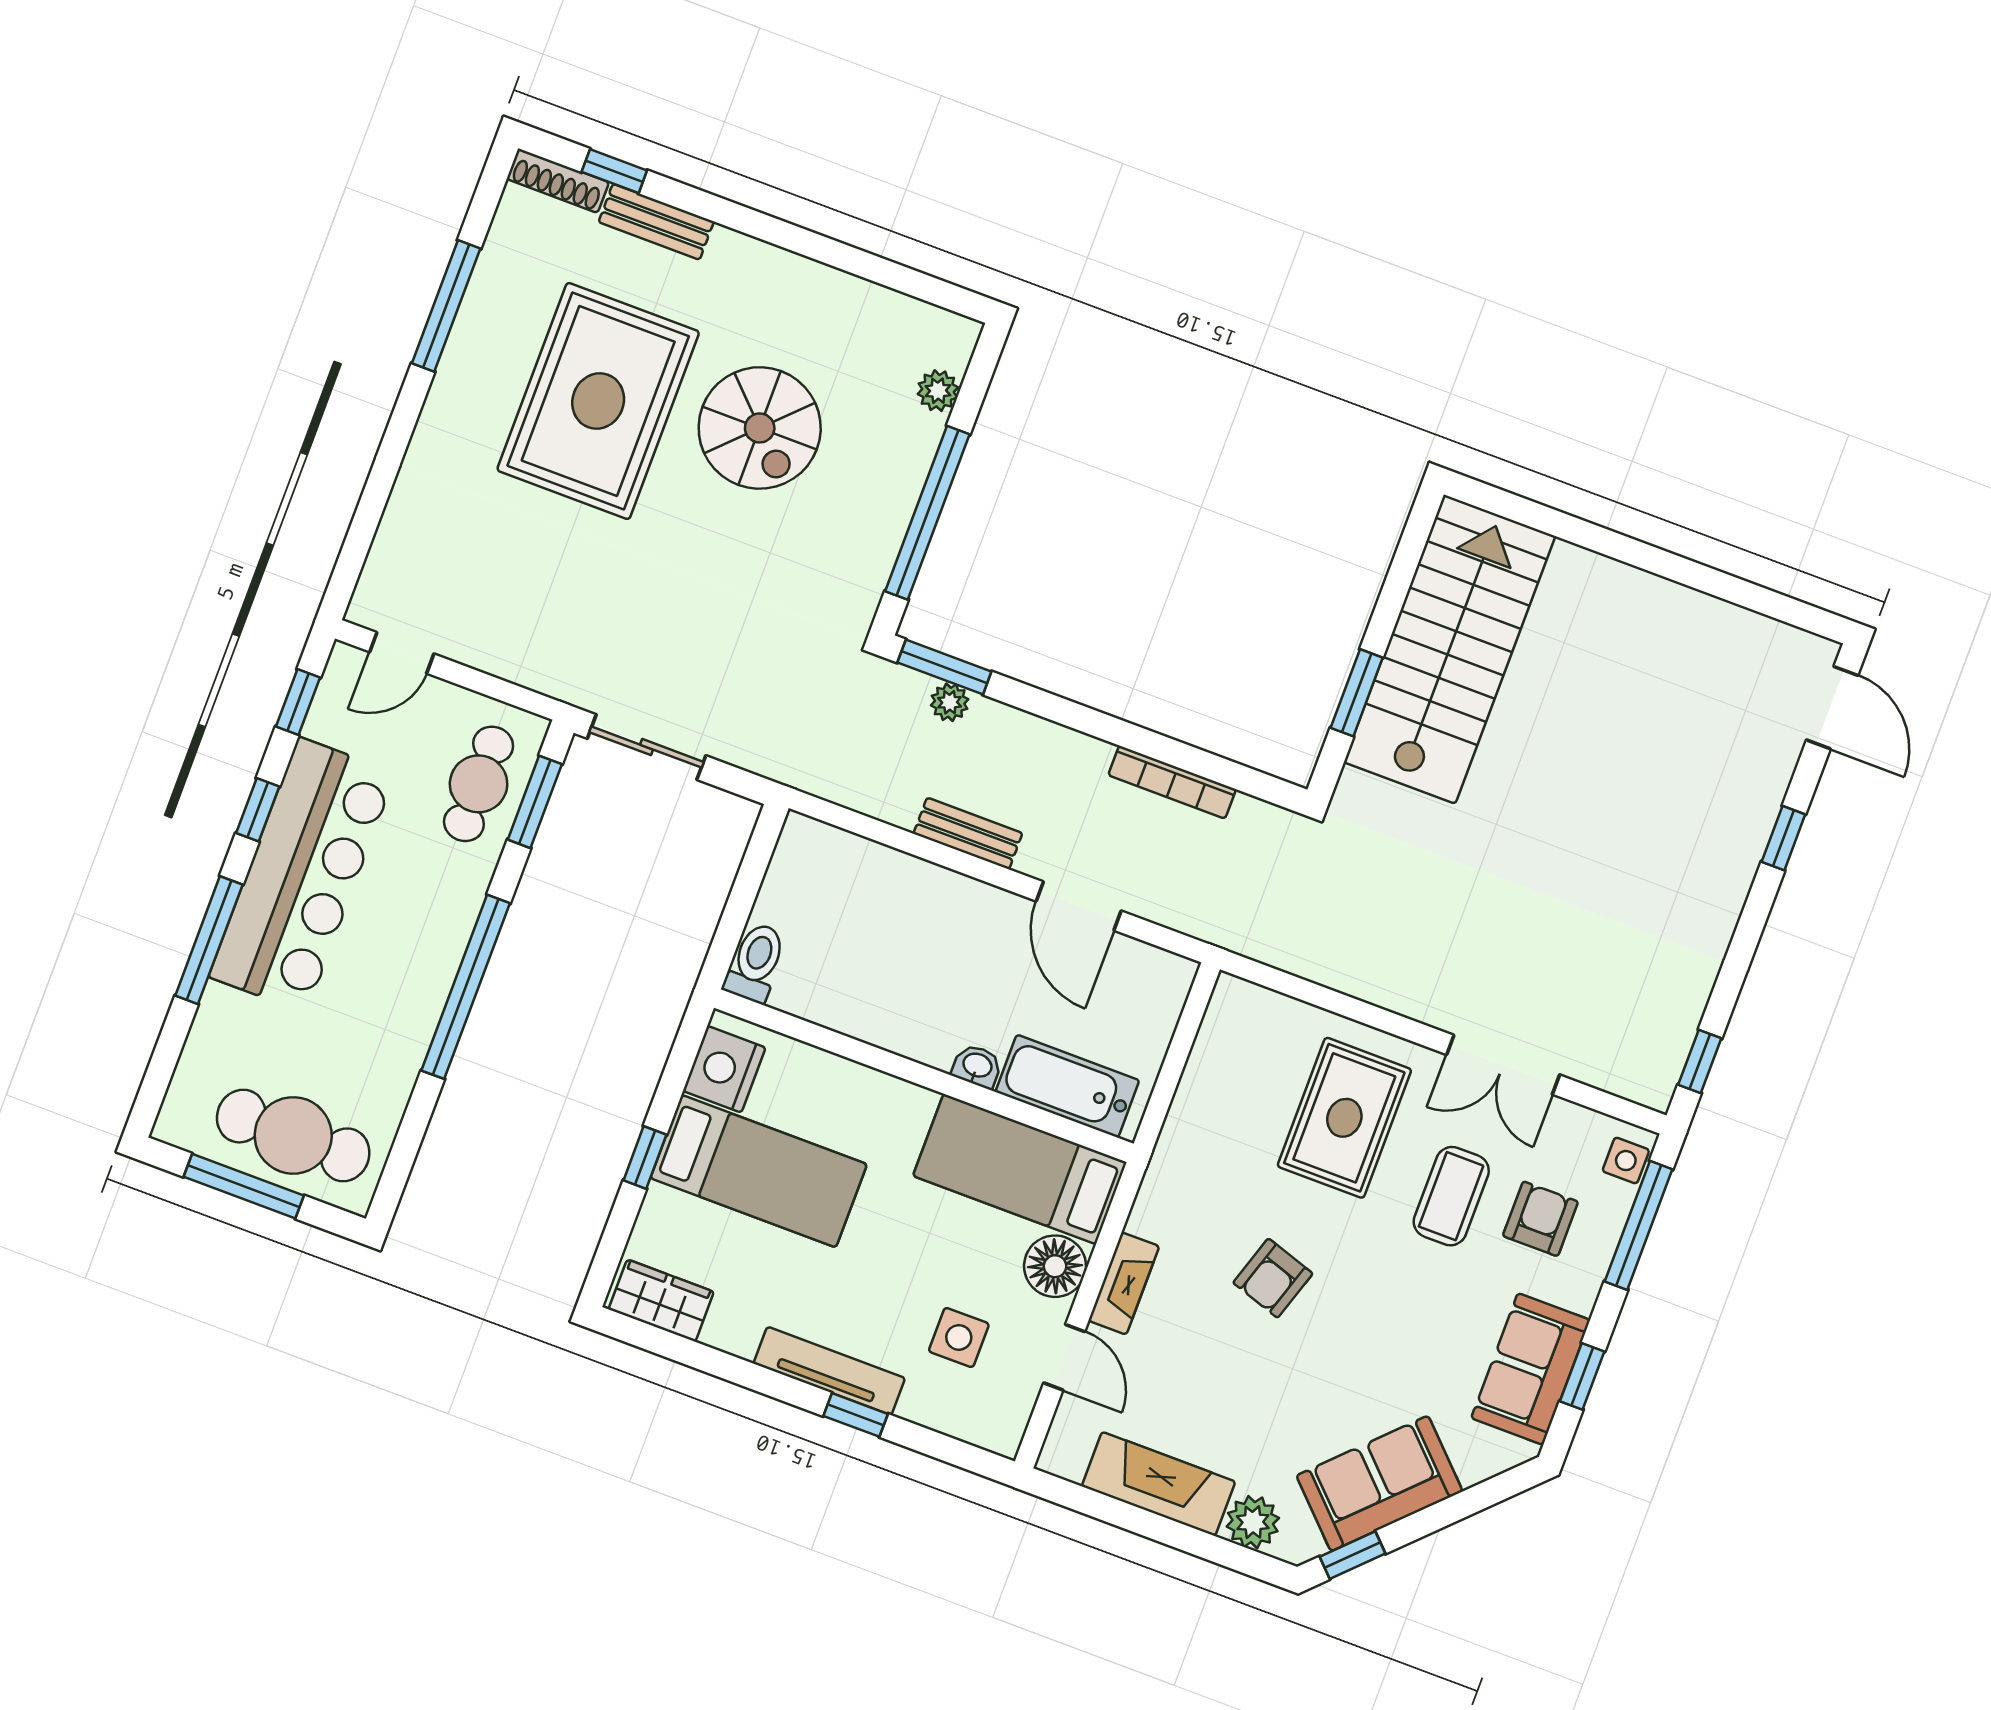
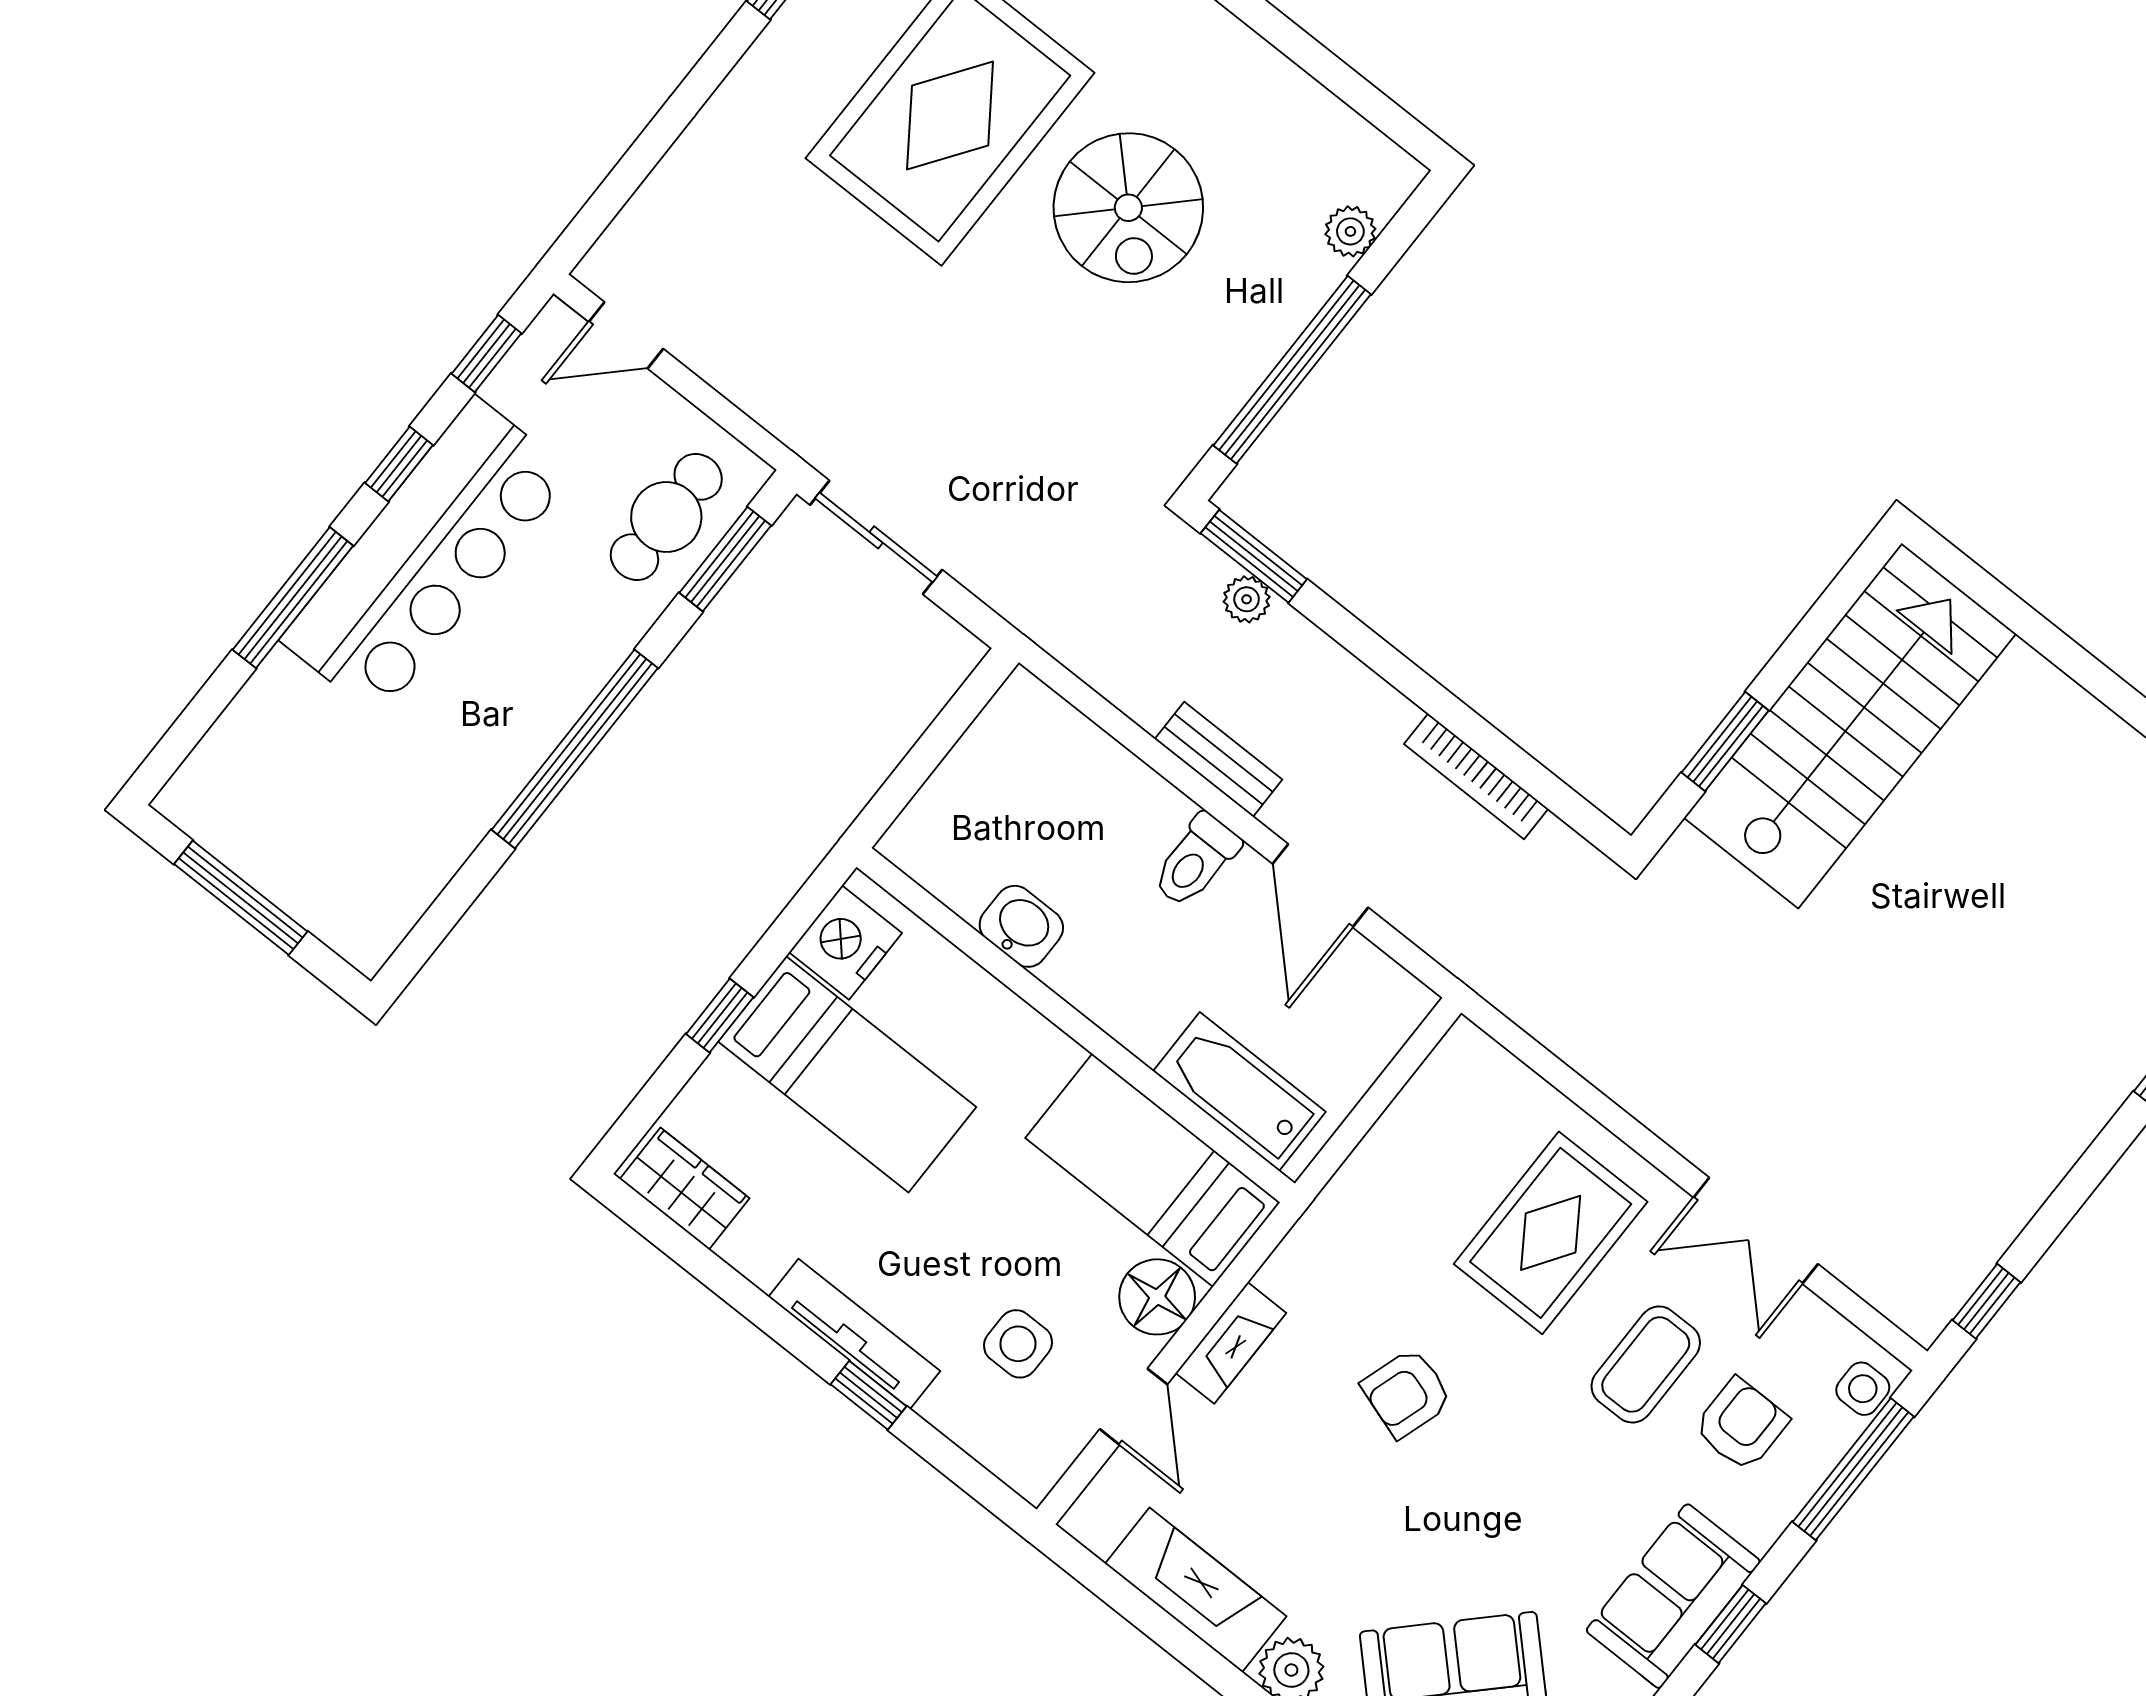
toilet: (756, 963) -> (1196, 861), moved, turned 180
washbasin: (977, 1066) -> (1021, 926), moved, width x1.38, depth x1.45
cafe table: (293, 1135) -> (318, 857), removed

